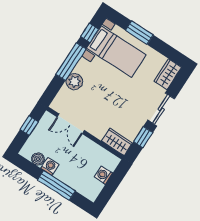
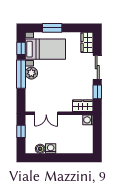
plant: (74, 82) -> (31, 73), moved
washing machine: (103, 175) -> (88, 120), moved
window: (57, 185) -> (63, 158), removed

